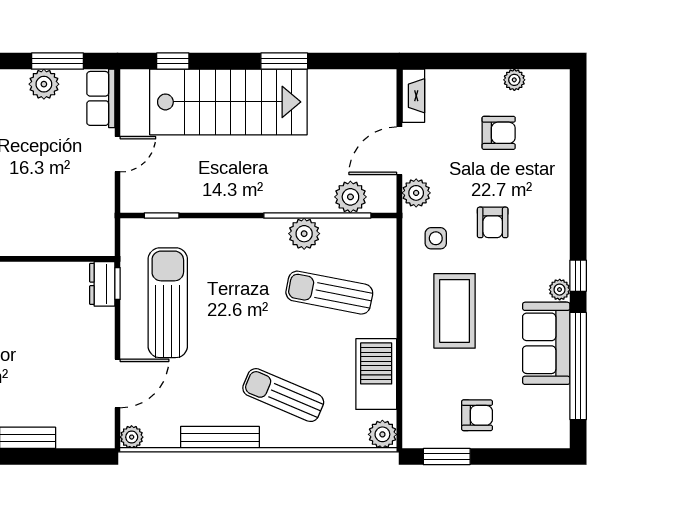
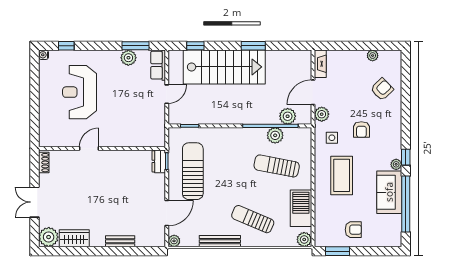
armchair: (499, 133) -> (382, 89), moved, turned -44
plant: (304, 234) -> (275, 135), moved

